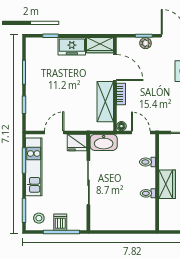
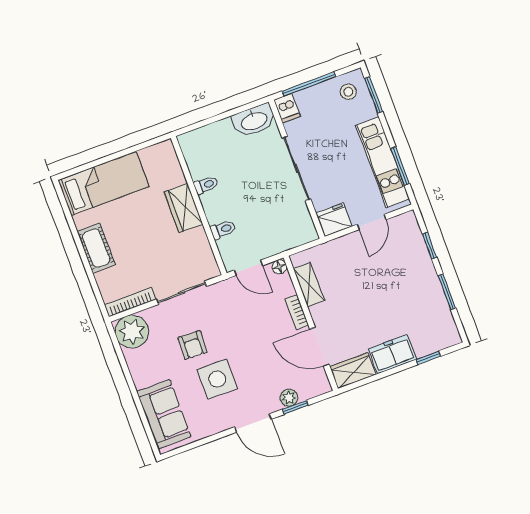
shelving: (105, 102) -> (309, 285), width x0.67, depth x0.75
washbasin: (104, 142) -> (254, 120), moved, turned 180
dishwasher: (60, 222) -> (287, 108), moved

